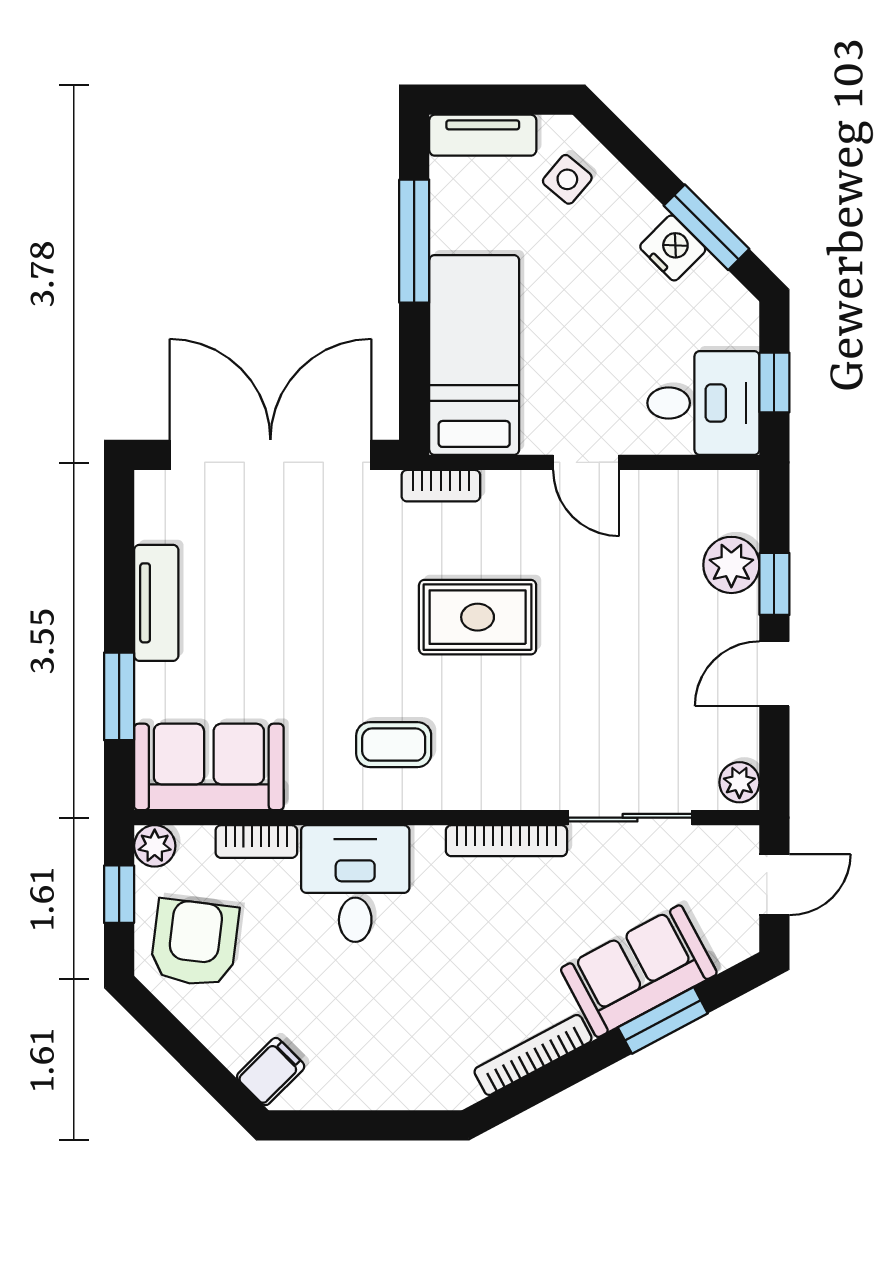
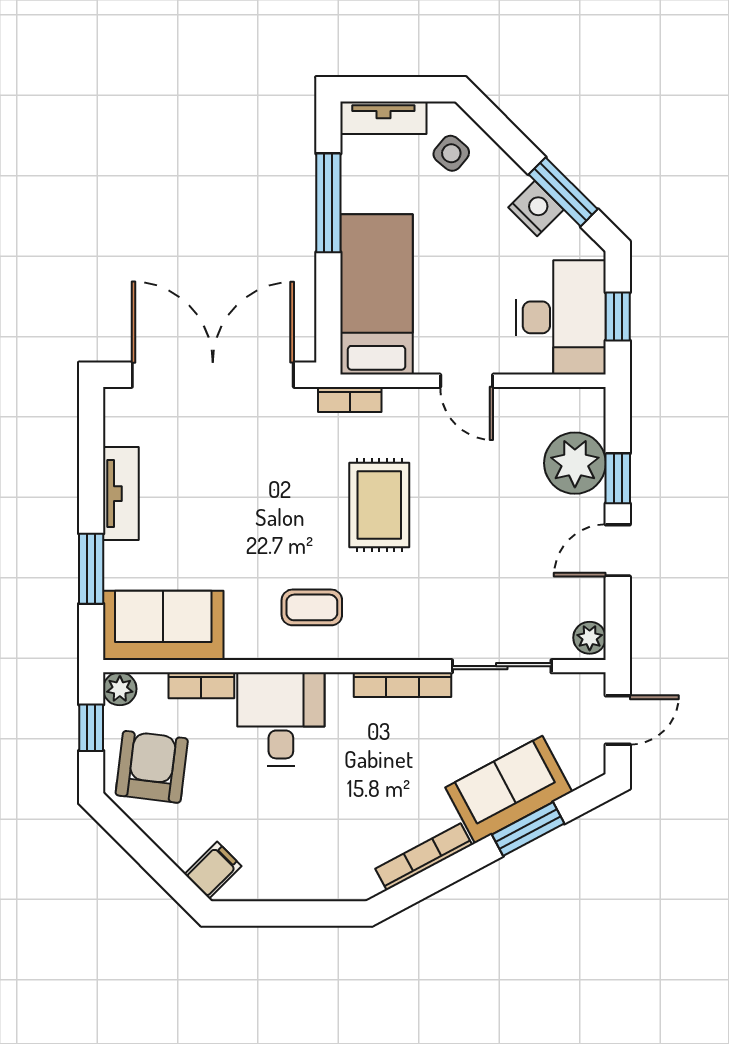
desk: (703, 403) -> (561, 317), width x1.37
plant: (731, 565) -> (575, 463), width x1.36, depth x1.36
rug: (478, 617) -> (379, 505), turned 90

